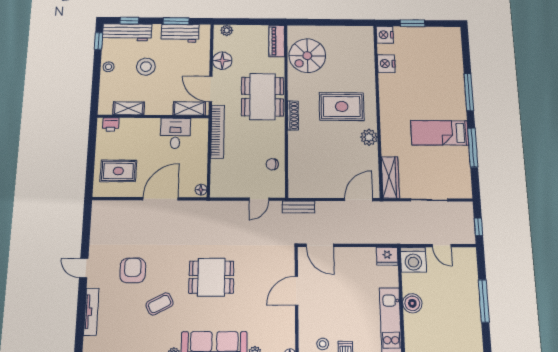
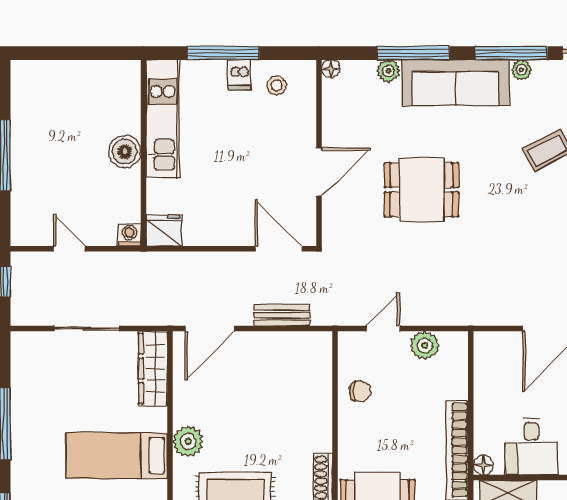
bed: (440, 133) -> (117, 456), moved, turned 180
floor lamp: (201, 190) -> (483, 465), moved
plant: (235, 190) -> (425, 345), added
bench: (298, 207) -> (282, 315), moved
washing machine: (413, 260) -> (130, 235), width x0.53, depth x0.53
dining table: (211, 277) -> (421, 190), moved

